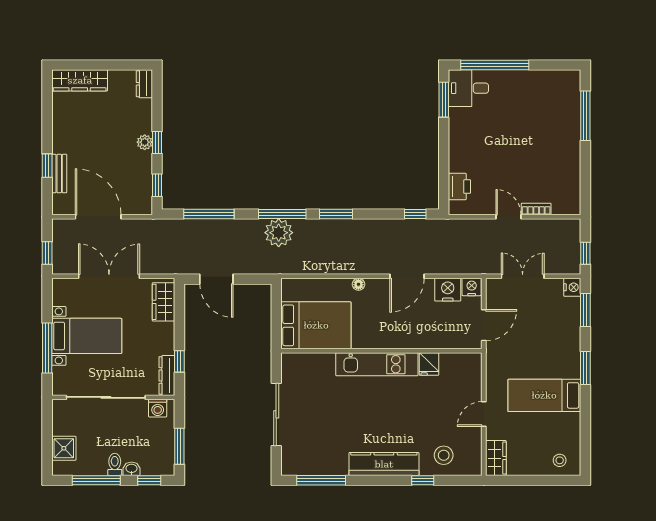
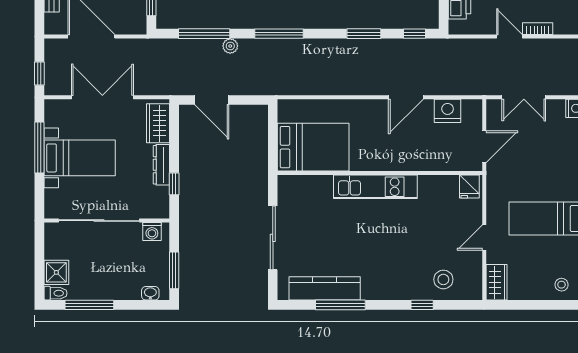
window: (336, 214) -> (364, 34), moved
plant: (279, 233) -> (230, 46), moved, width x0.53, depth x0.53
double door: (523, 276) -> (524, 97), swing flipped
floor lamp: (358, 284) -> (357, 105), removed
nightstand: (472, 287) -> (472, 108), removed
window: (47, 348) -> (39, 147), moved
fridge: (429, 364) -> (469, 187), moved
dresser: (167, 375) -> (161, 165), moved
toilet: (115, 464) -> (56, 293), moved, turned 90
kitchen counter: (384, 464) -> (325, 288), moved
washbasin: (132, 469) -> (150, 293), moved
window: (149, 480) -> (143, 305), removed
window: (321, 480) -> (340, 305), moved

